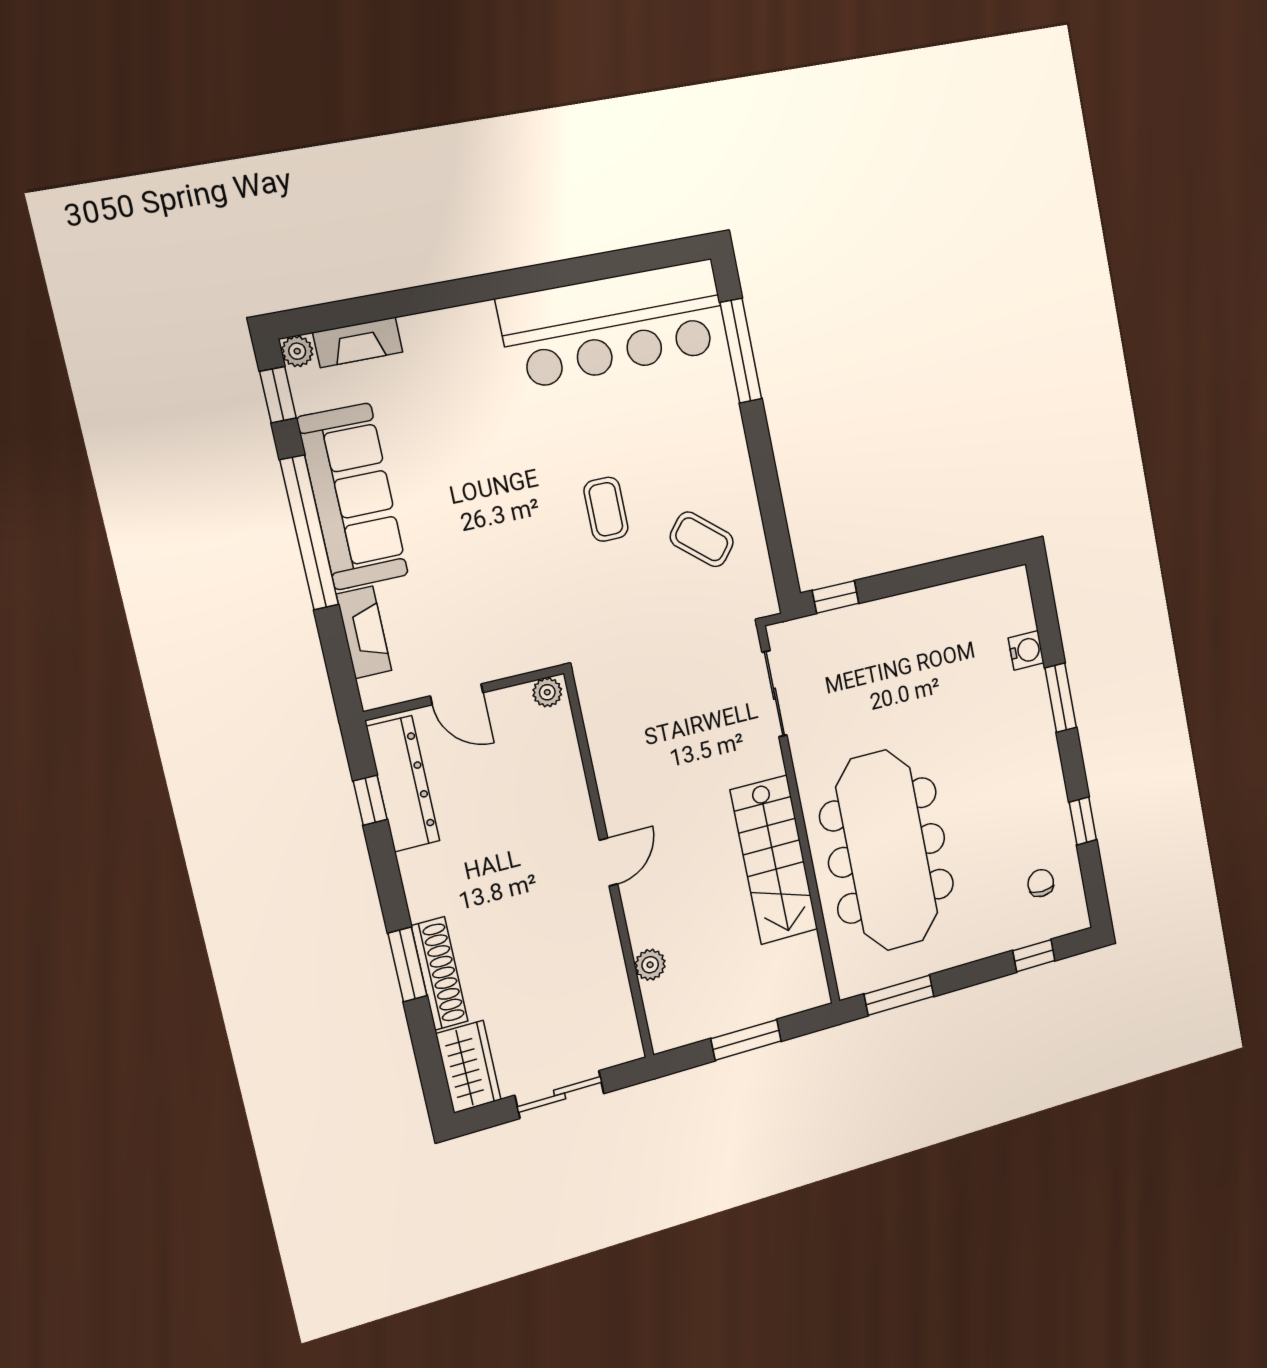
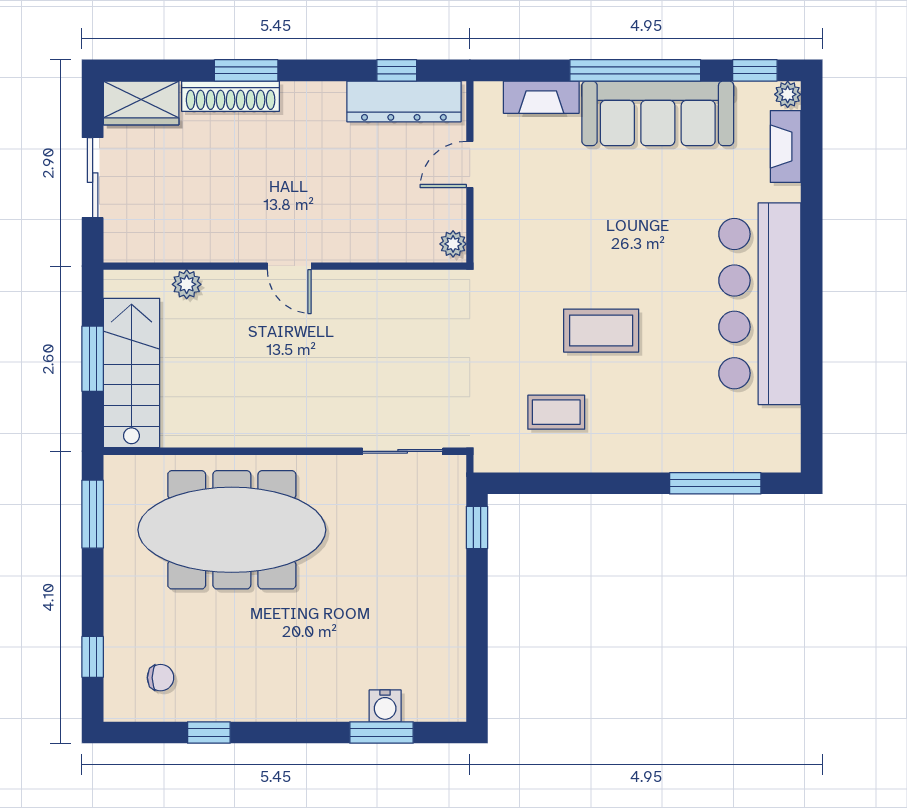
bar counter: (614, 324) -> (760, 304), moved
coffee table: (606, 509) -> (601, 331), width x1.36, depth x1.30
coffee table: (702, 539) -> (556, 412), turned 50
window: (1061, 698) -> (382, 732), moved
stairs: (774, 860) -> (131, 373), moved, turned 90

